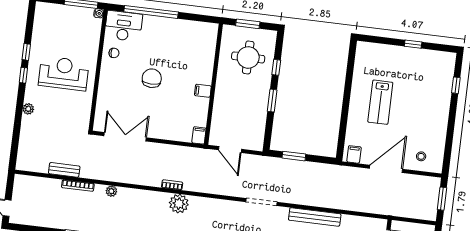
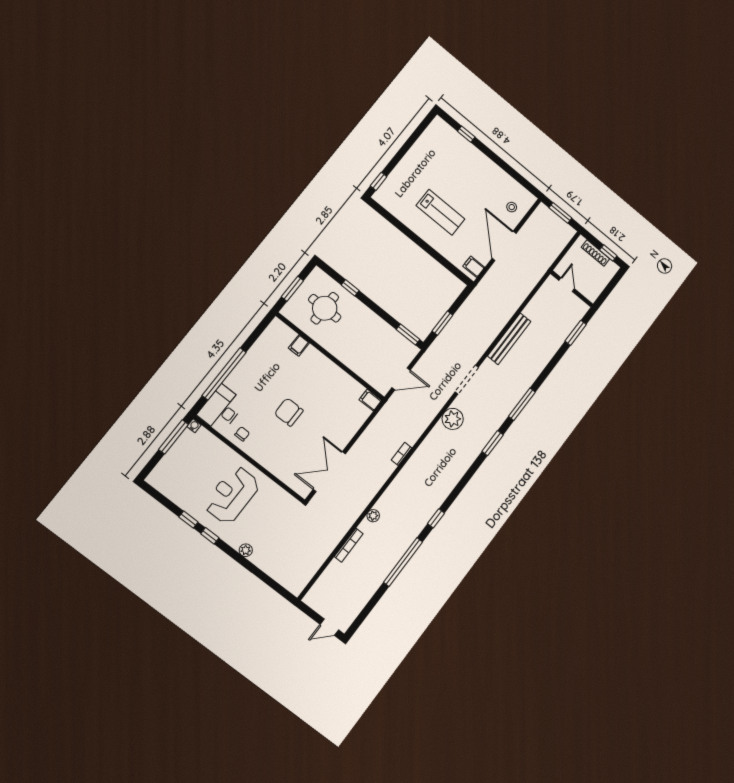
window: (413, 44) -> (379, 181), moved
filing cabinet: (203, 91) -> (299, 345), moved
window: (272, 101) -> (408, 334), moved
bench: (64, 170) -> (326, 550), removed
plant: (179, 204) -> (453, 419), moved

